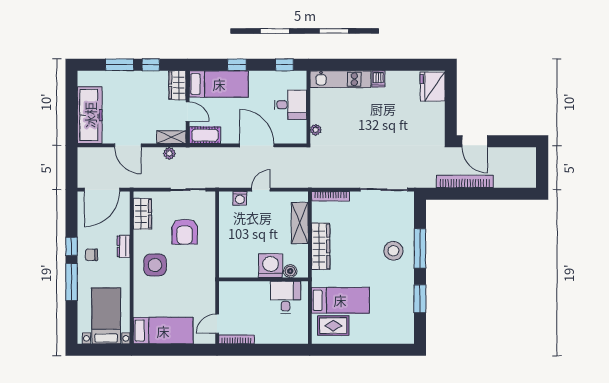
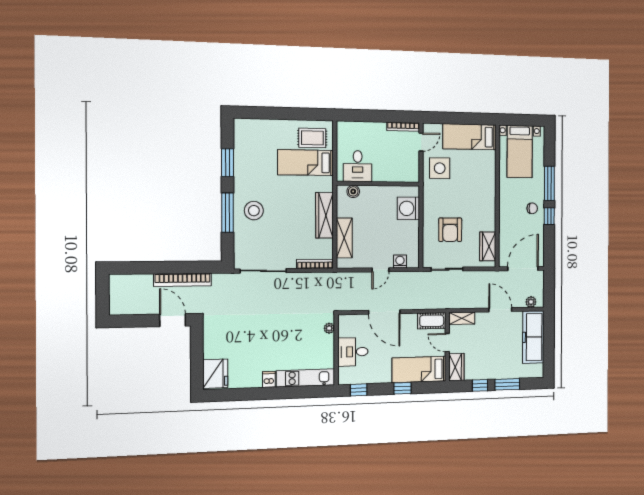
plant: (169, 153) -> (531, 302), moved
armchair: (185, 232) -> (450, 230), turned 180
dresser: (124, 246) -> (504, 216), removed
side table: (155, 265) -> (440, 168), moved
washing machine: (271, 266) -> (408, 208), moved, turned 90

